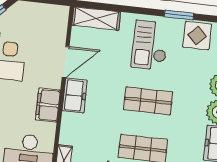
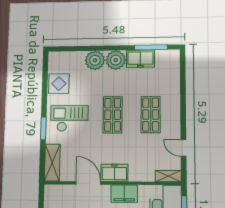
window: (179, 15) -> (43, 128), moved
checkout: (150, 45) -> (69, 118), turned 180

